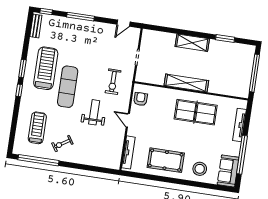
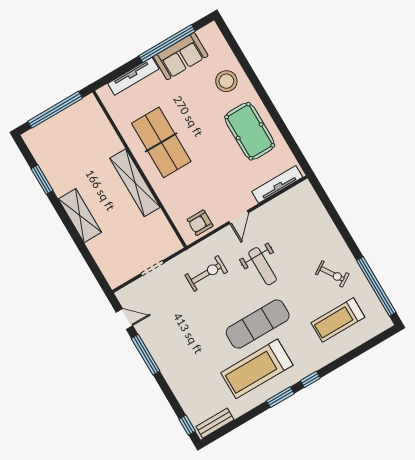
window: (80, 17) -> (146, 355), moved
weight bench: (94, 112) -> (263, 266), turned -90
sofa: (228, 171) -> (181, 56), moved

